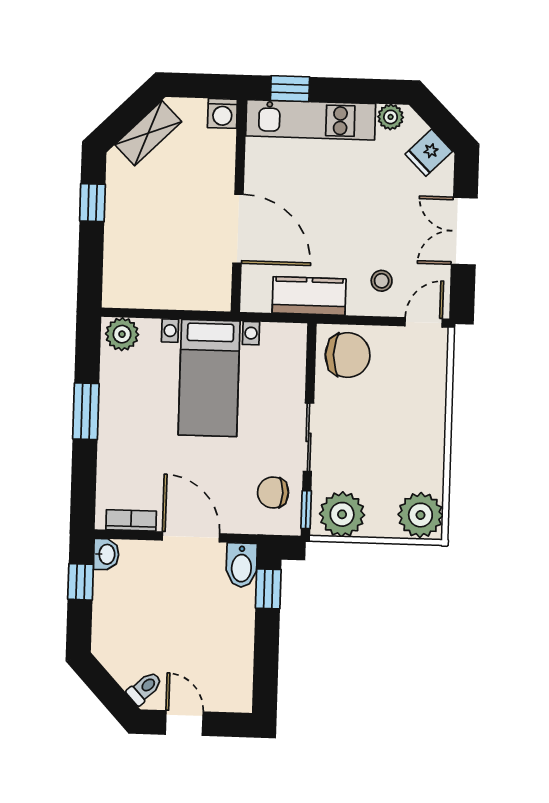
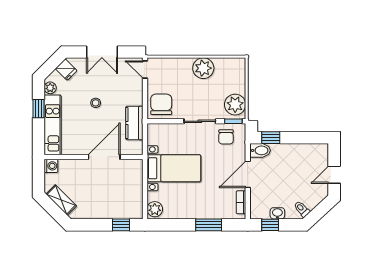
window: (290, 89) -> (38, 109), moved
window: (92, 203) -> (121, 225), moved
stool: (382, 281) -> (96, 103), moved
window: (86, 411) -> (209, 225), moved
plant: (420, 515) -> (203, 68), moved
washbasin: (106, 554) -> (277, 213), moved
toilet: (145, 688) -> (302, 209), moved

